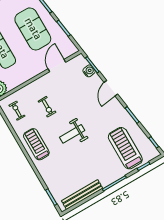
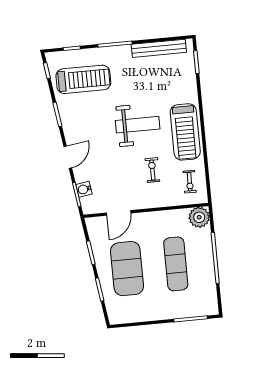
weight bench: (72, 134) -> (138, 125), width x1.36, depth x1.33
treadmill: (36, 144) -> (185, 132), width x1.37, depth x1.38
treadmill: (125, 148) -> (83, 79), turned -90

